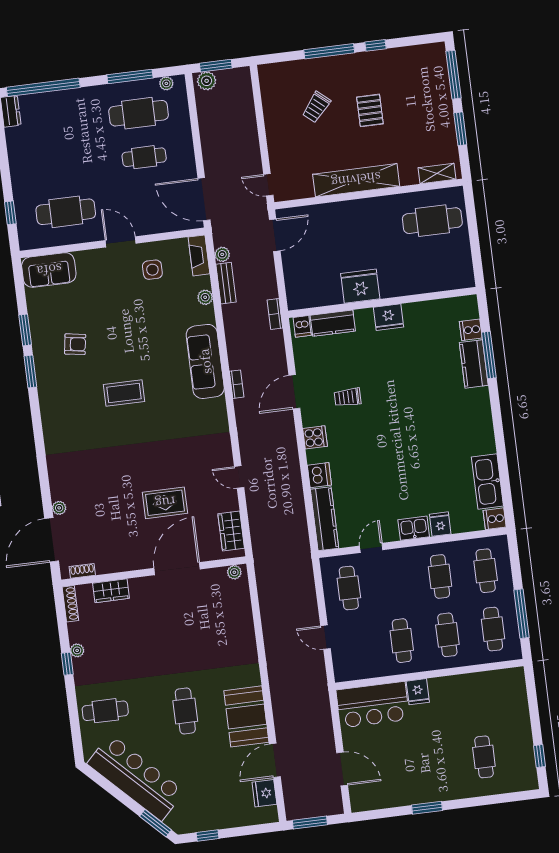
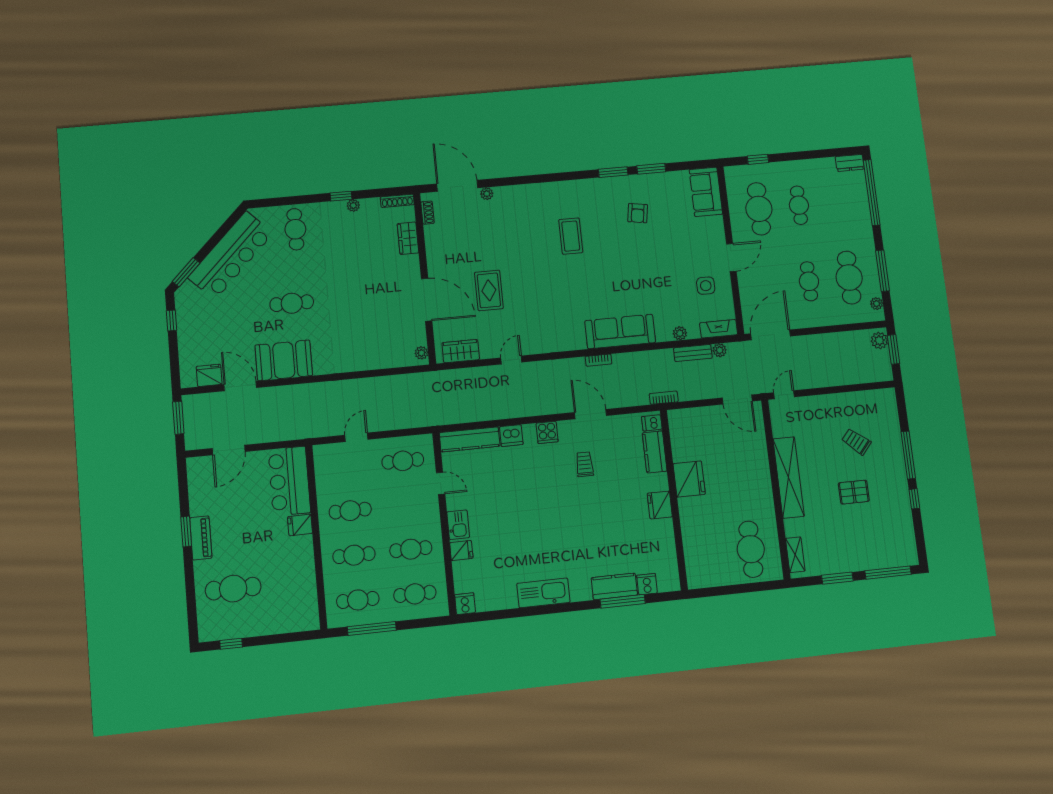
cafe table: (60, 168) -> (799, 205), added
coffee table: (124, 393) -> (571, 236), moved
kitchen sink: (487, 482) -> (543, 593), moved
cafe table: (484, 757) -> (233, 589), width x1.37, depth x1.35
piano: (433, 793) -> (201, 538), added

